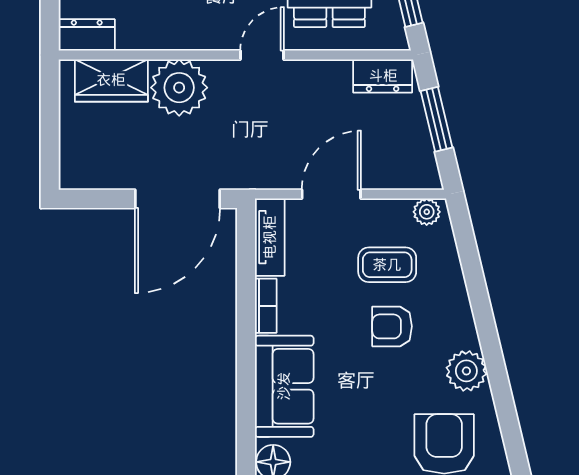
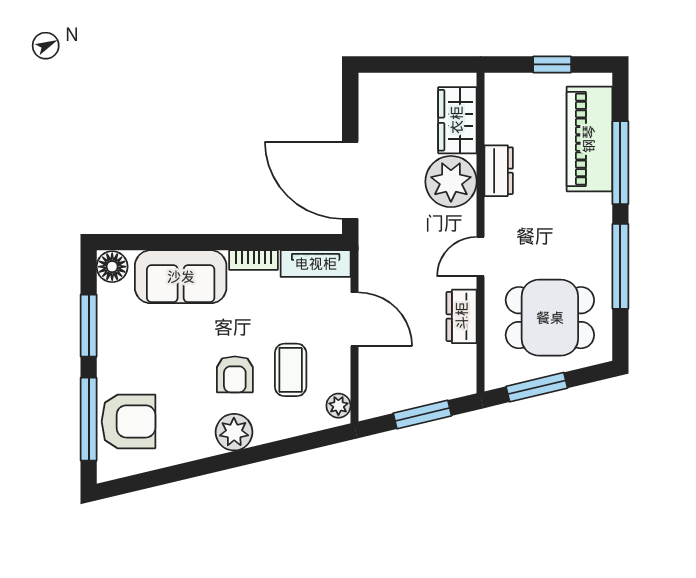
dresser: (87, 35) -> (499, 171), moved
door: (262, 55) -> (480, 257), swing flipped
dresser: (383, 76) -> (462, 316), moved
armchair: (392, 326) -> (235, 374), turned 180
plant: (466, 371) -> (234, 432), moved

